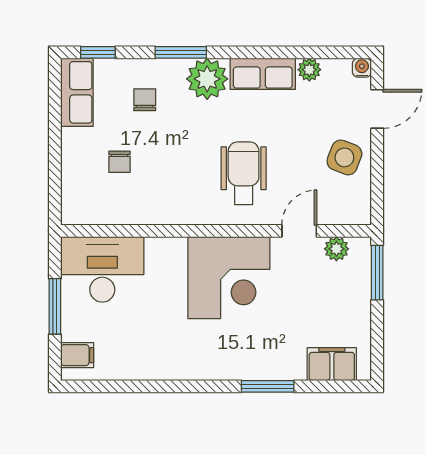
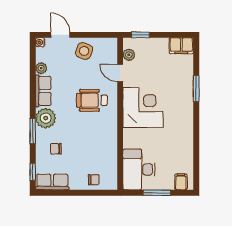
chair: (119, 162) -> (94, 180), moved
window: (377, 273) -> (141, 35), width x0.67
filing cabinet: (332, 364) -> (181, 46), moved, turned -90

